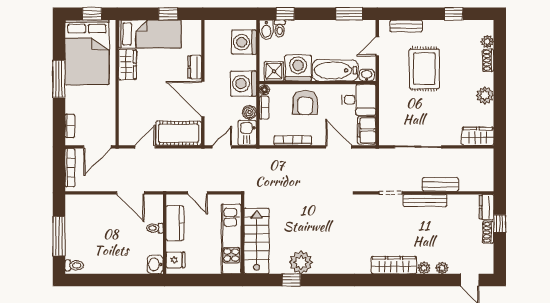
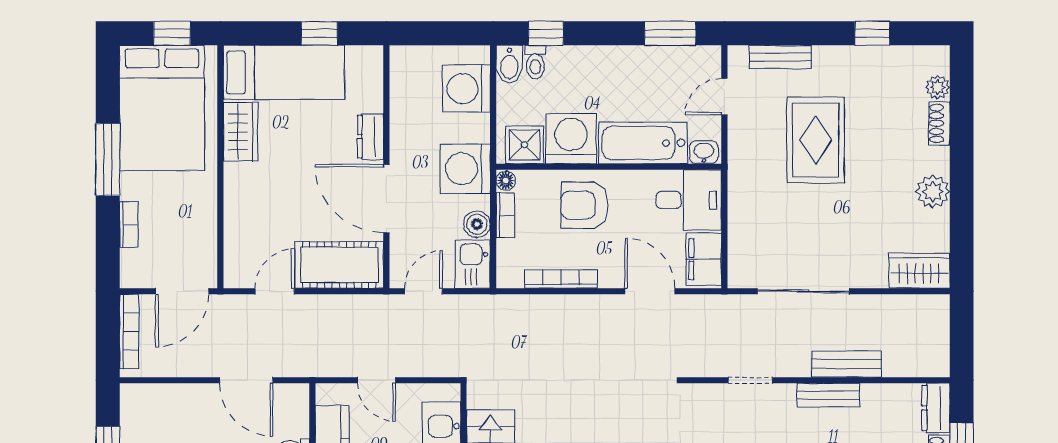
armchair: (305, 102) -> (585, 205), turned 90
bookcase: (70, 126) -> (129, 225), moved
bench: (425, 200) -> (828, 395), width x0.73

